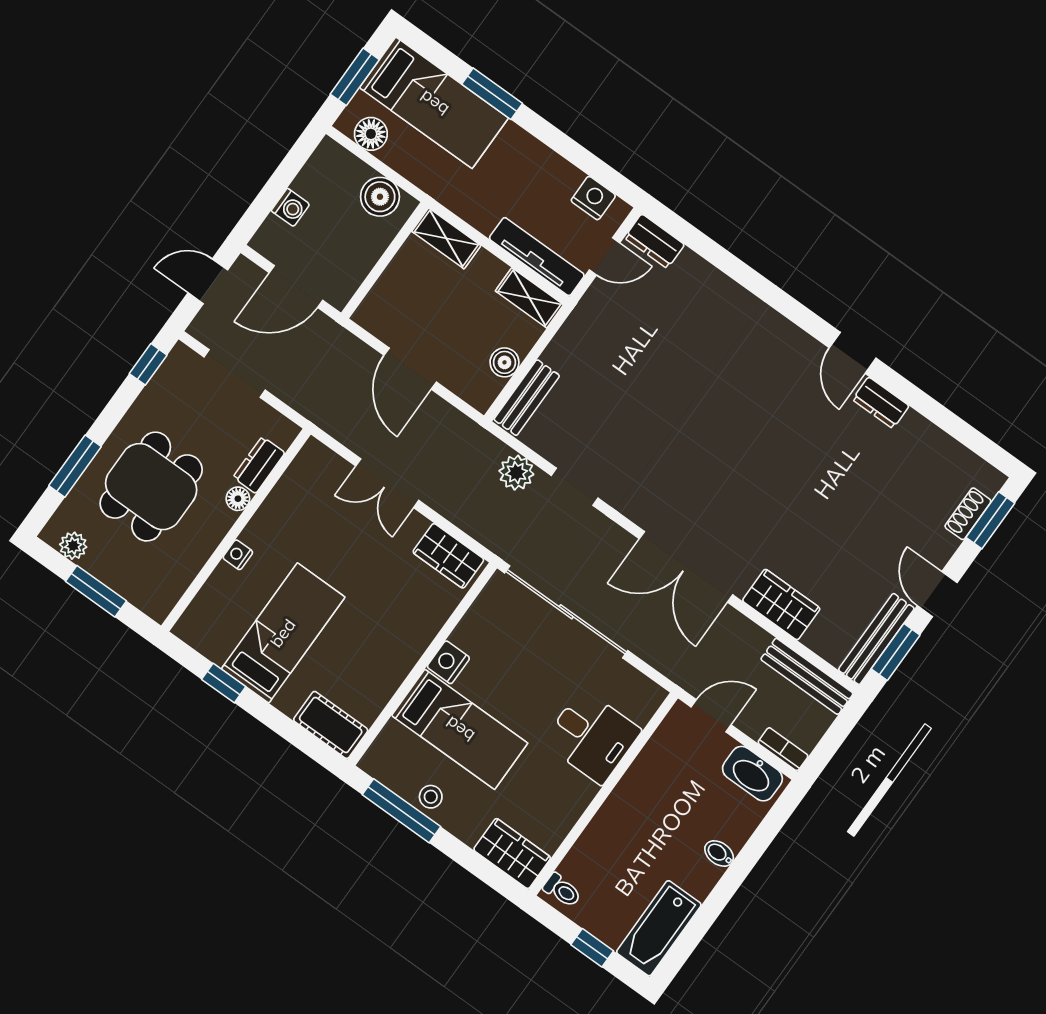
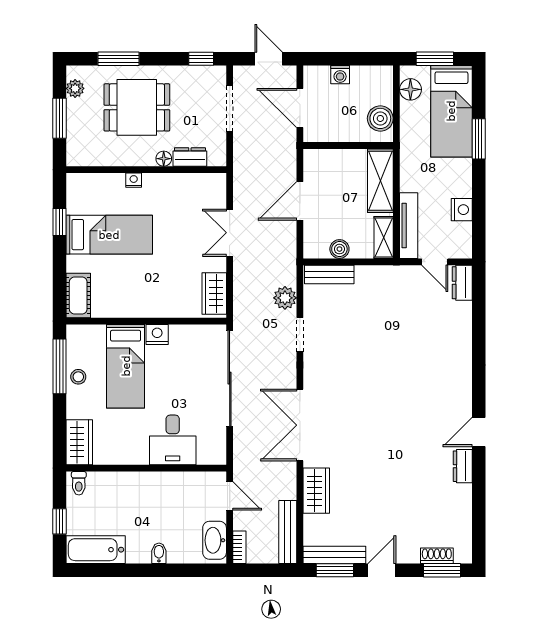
nightstand: (593, 198) -> (462, 210), moved
shelving: (446, 238) -> (380, 181), width x1.50, depth x1.33

